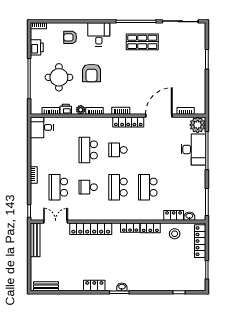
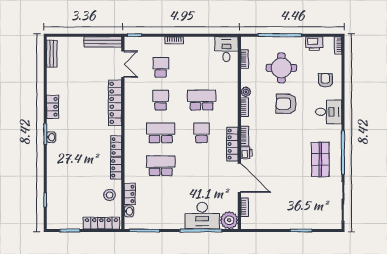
printer: (66, 109) -> (246, 153), moved
school desk: (58, 187) -> (161, 67), width x0.54

